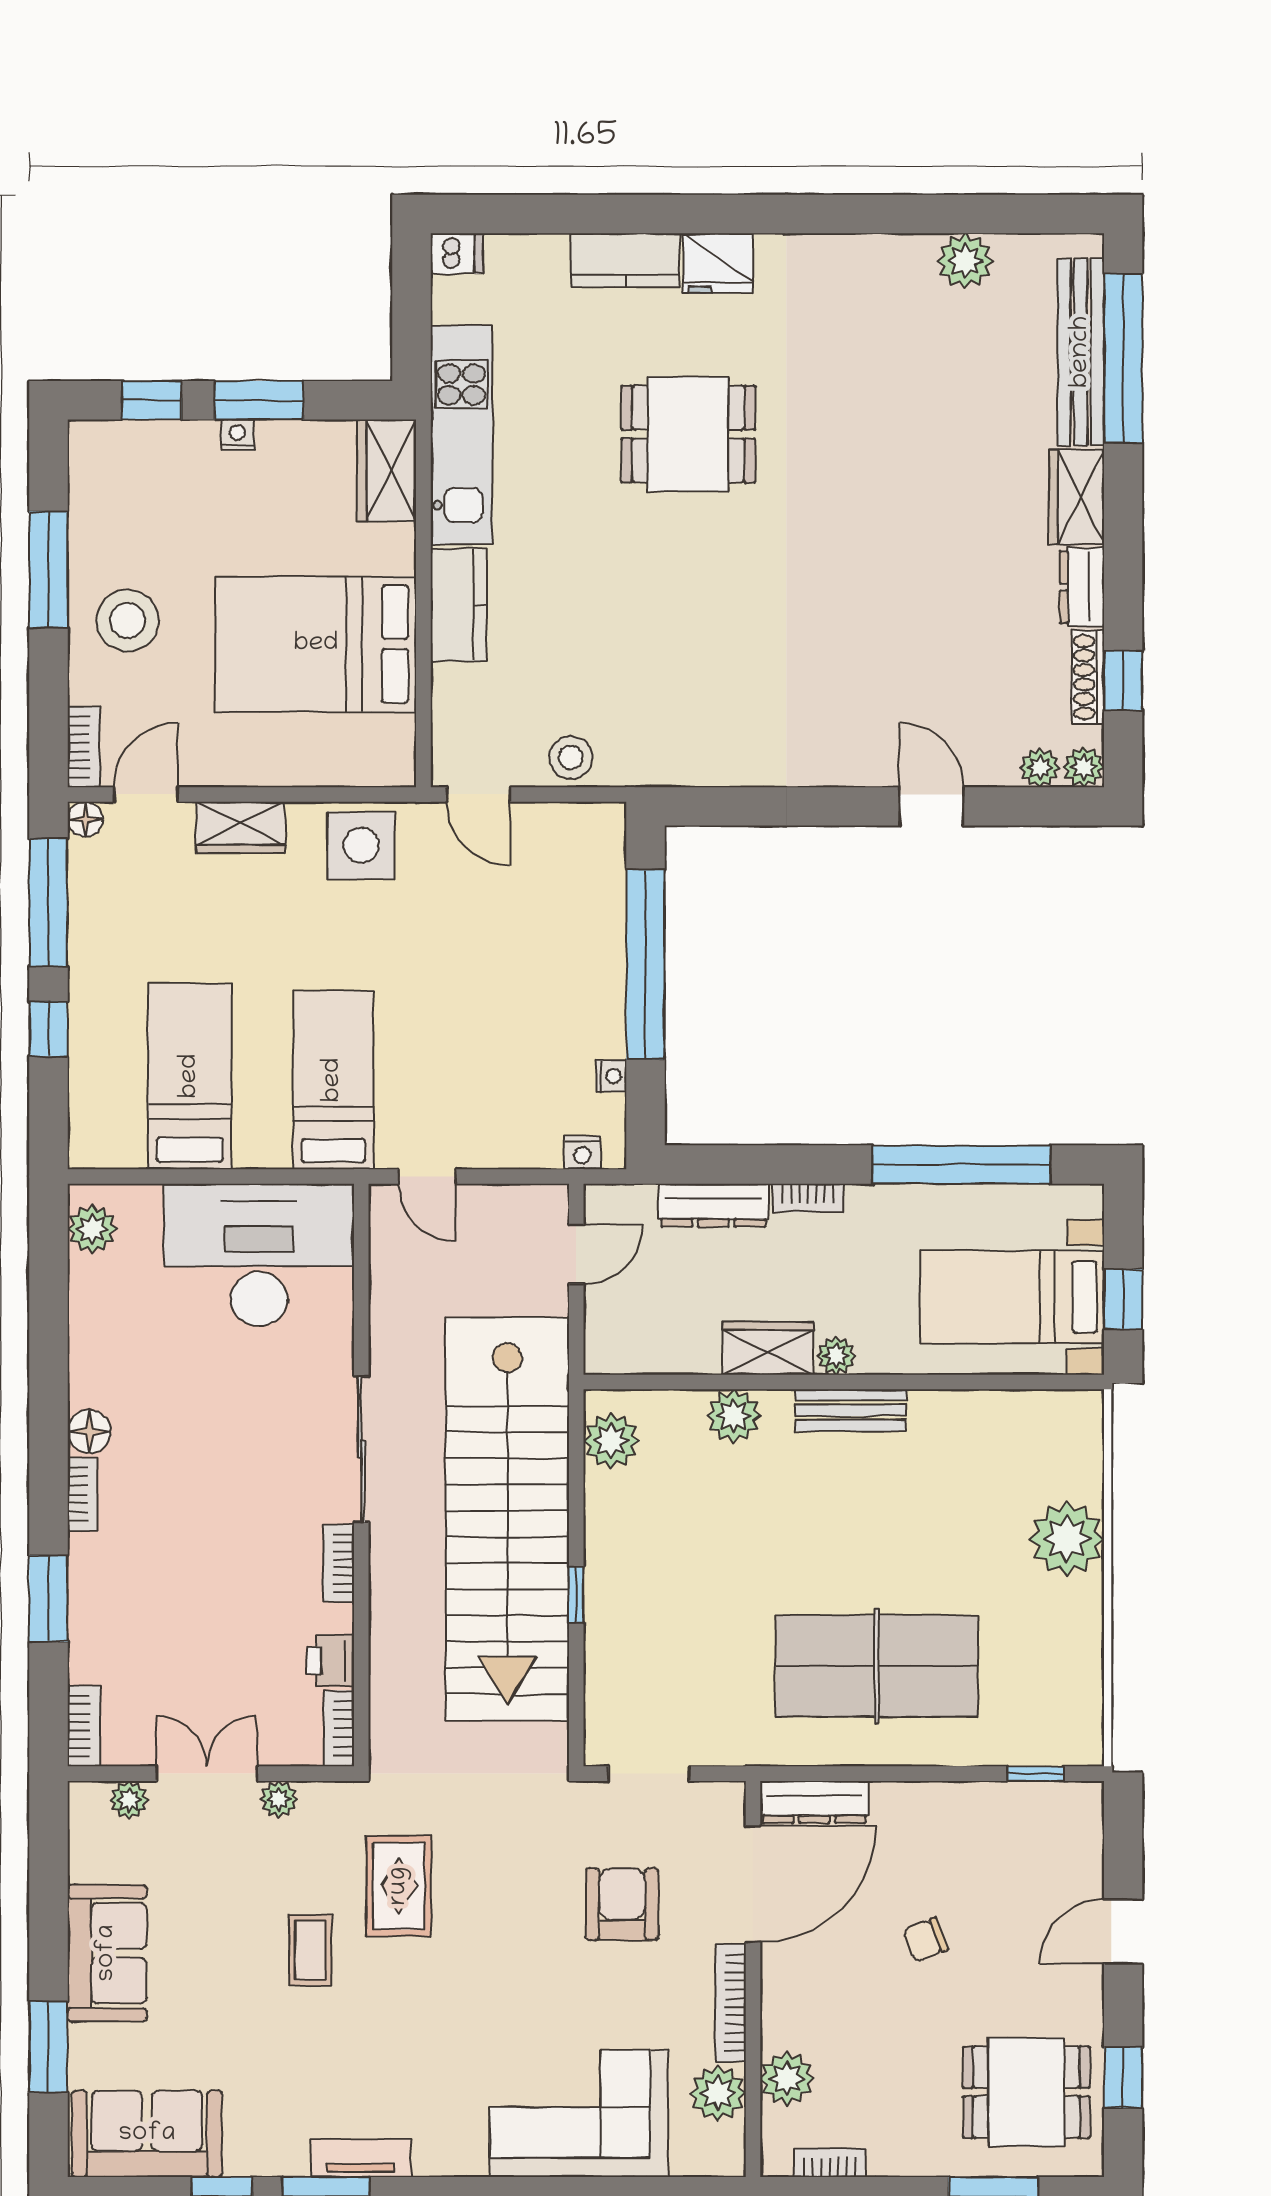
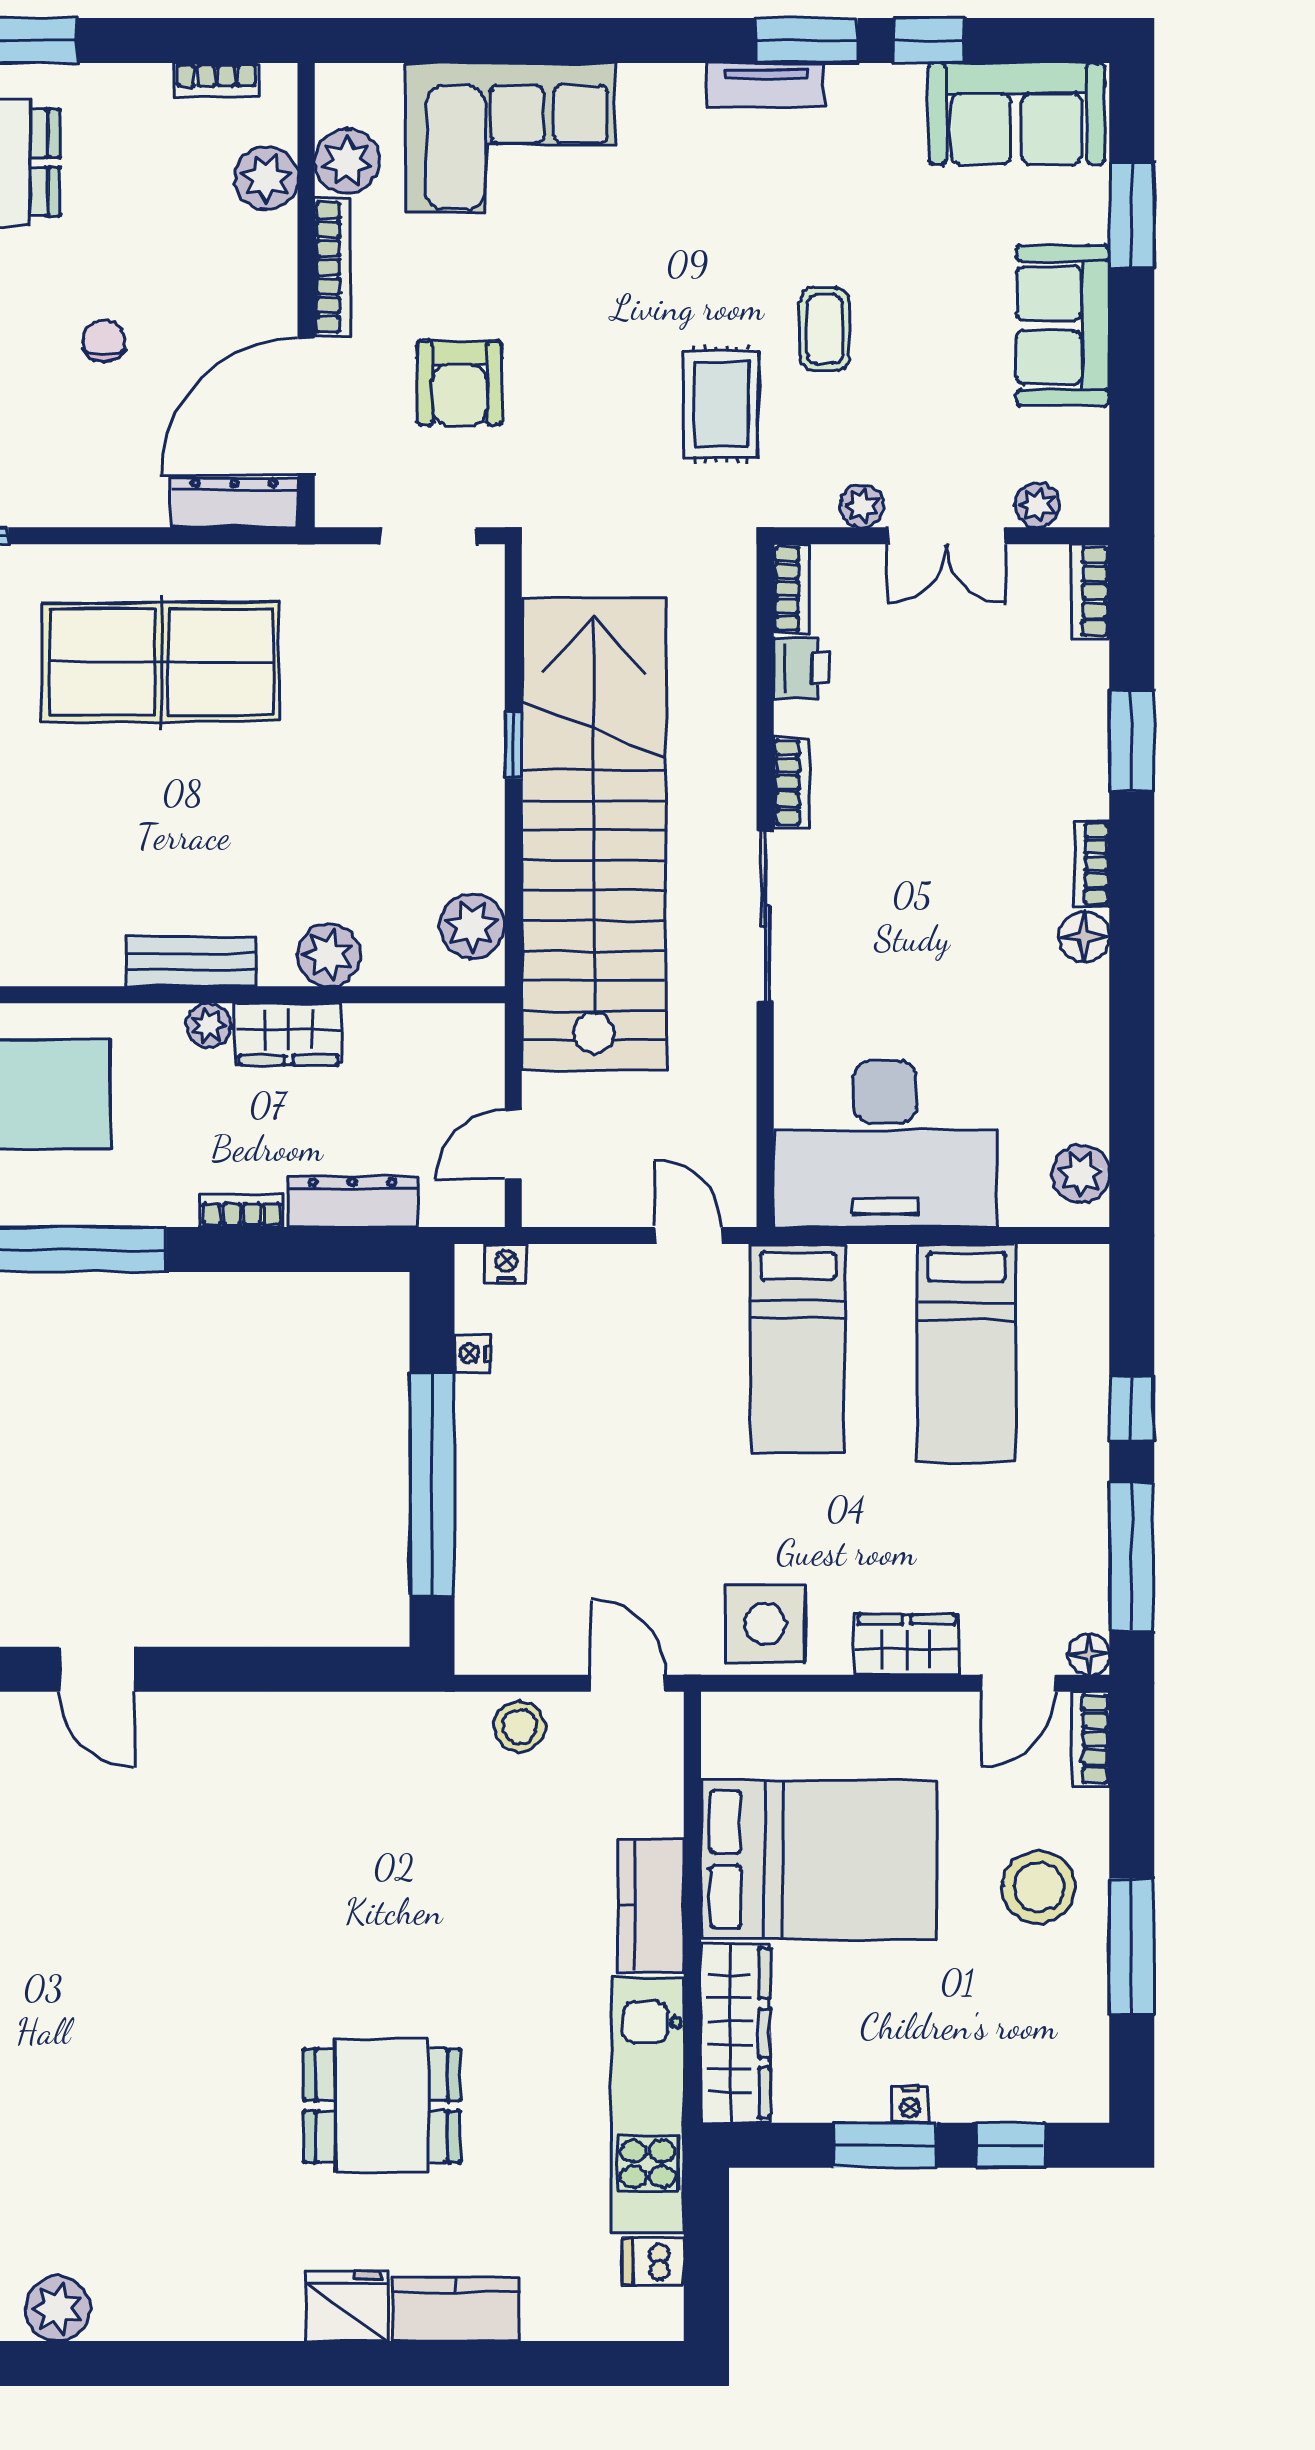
dishwasher: (457, 253) -> (653, 2262), moved
wardrobe: (387, 470) -> (735, 2033), width x1.50
chair: (926, 1940) -> (104, 341), turned -69

